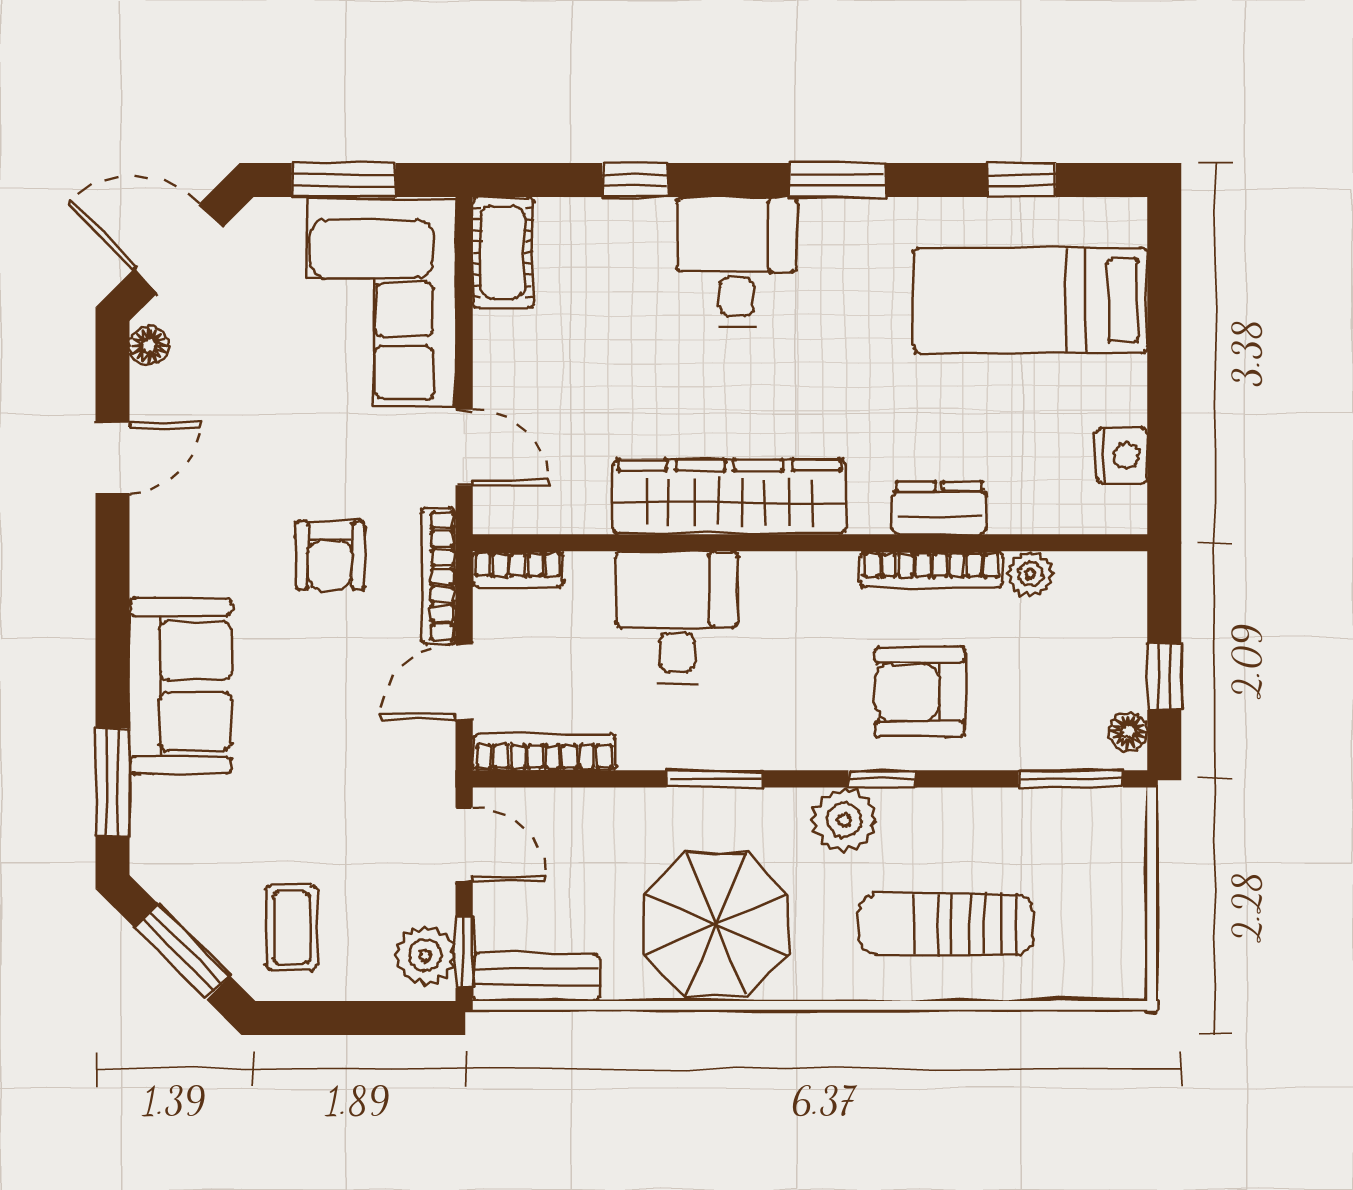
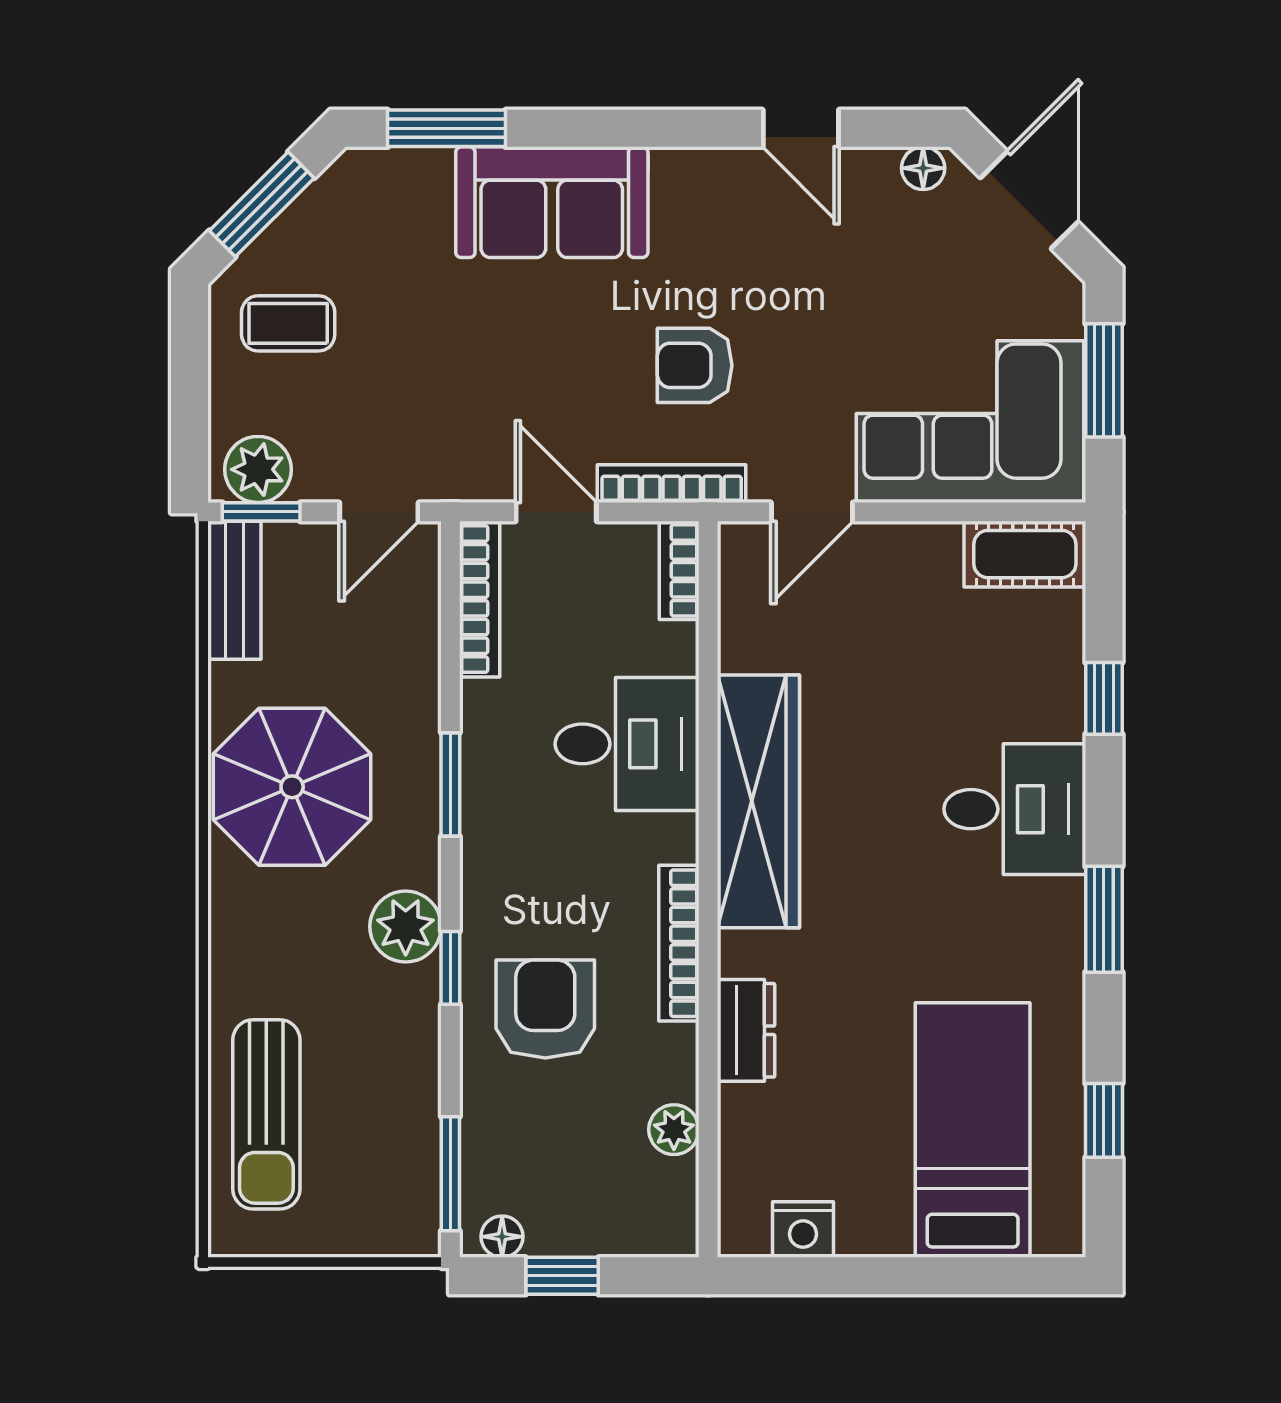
bookcase: (931, 569) -> (679, 943), moved
sun lounger: (946, 924) -> (266, 1114), moved, turned 180

